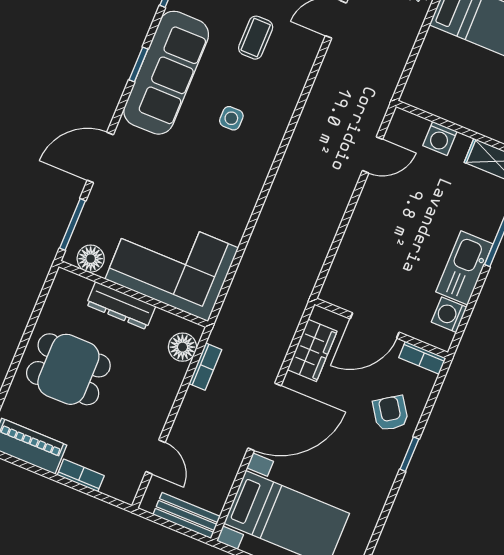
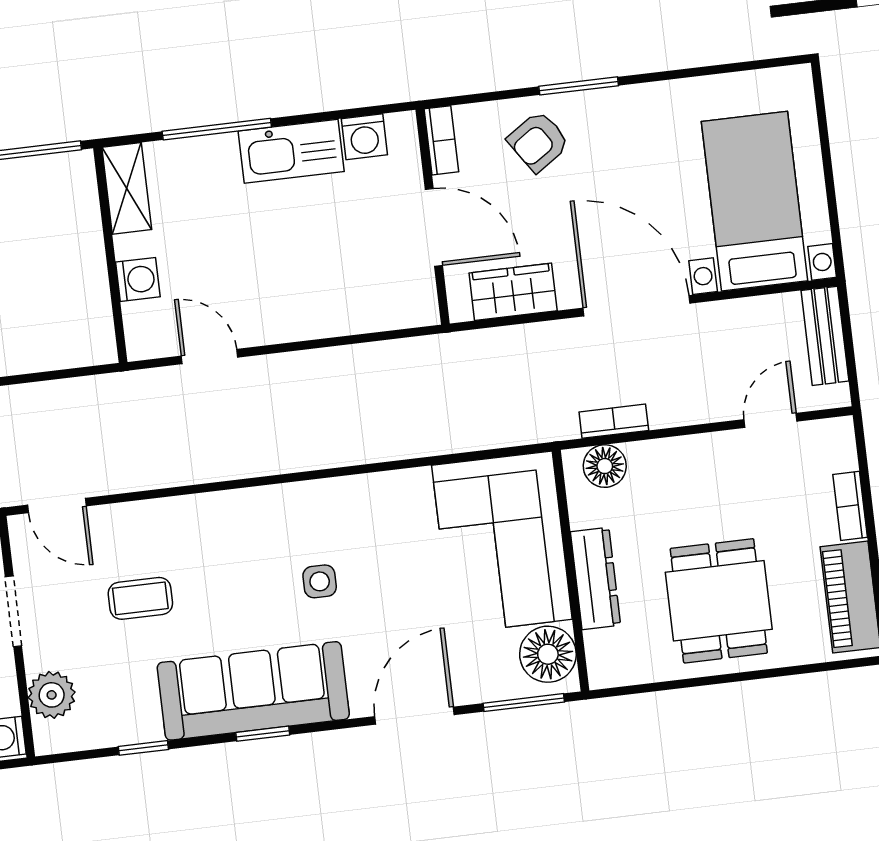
side table: (231, 118) -> (320, 581), moved
door: (100, 157) -> (414, 716), swing flipped
floor lamp: (91, 259) -> (548, 654), width x1.38, depth x1.38
window: (409, 454) -> (579, 86), width x1.50

